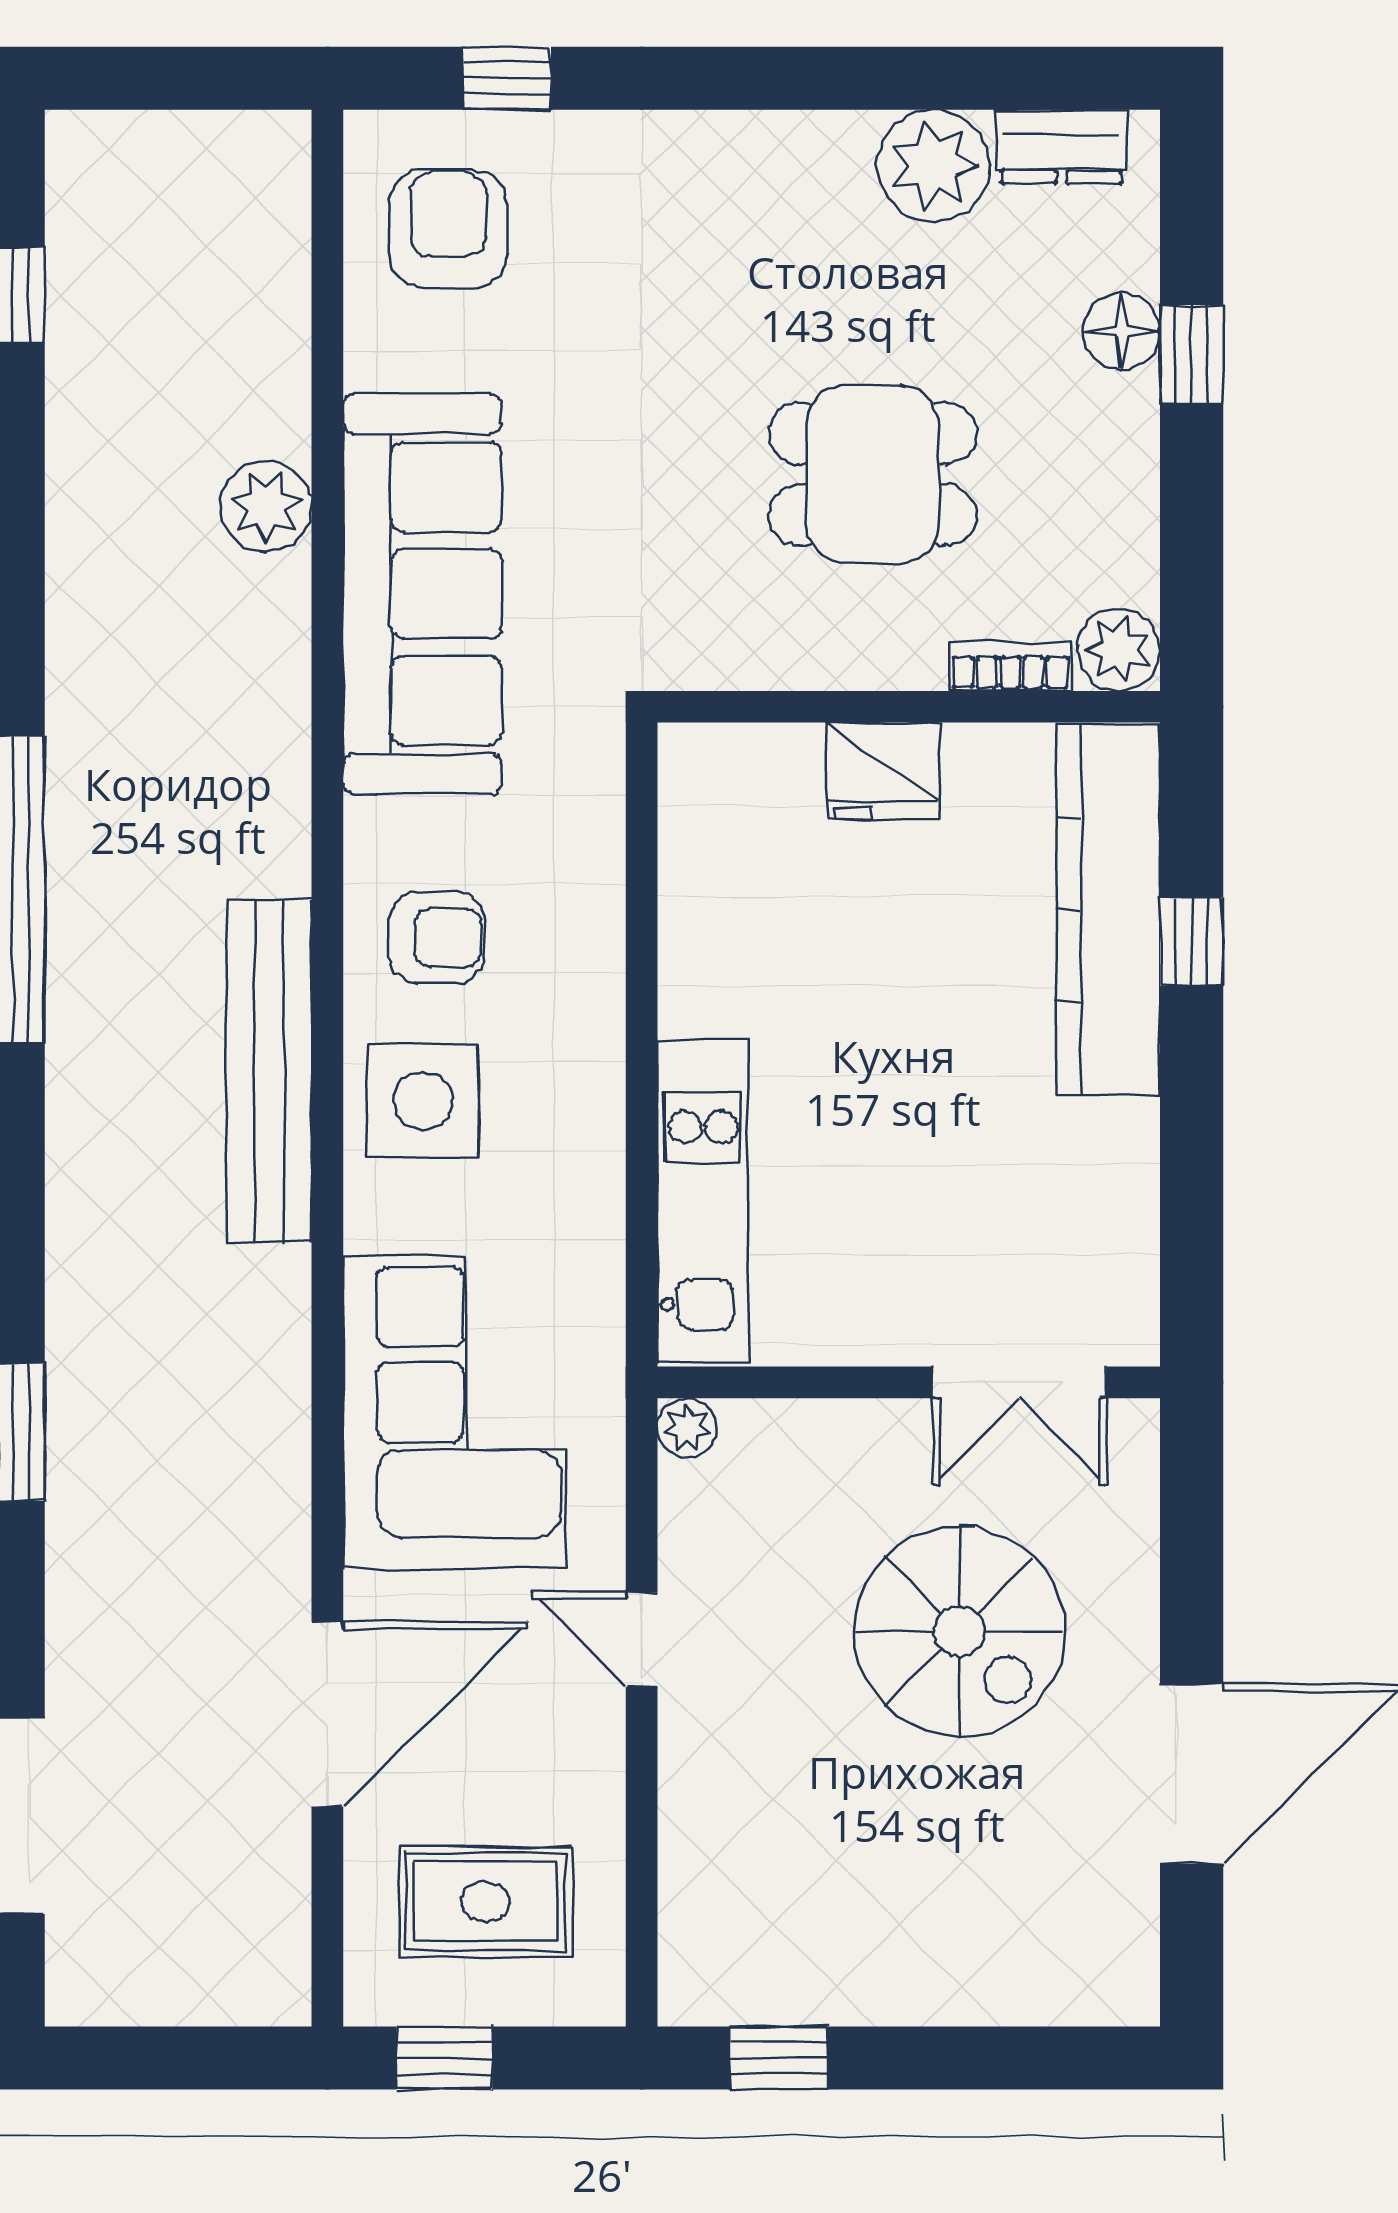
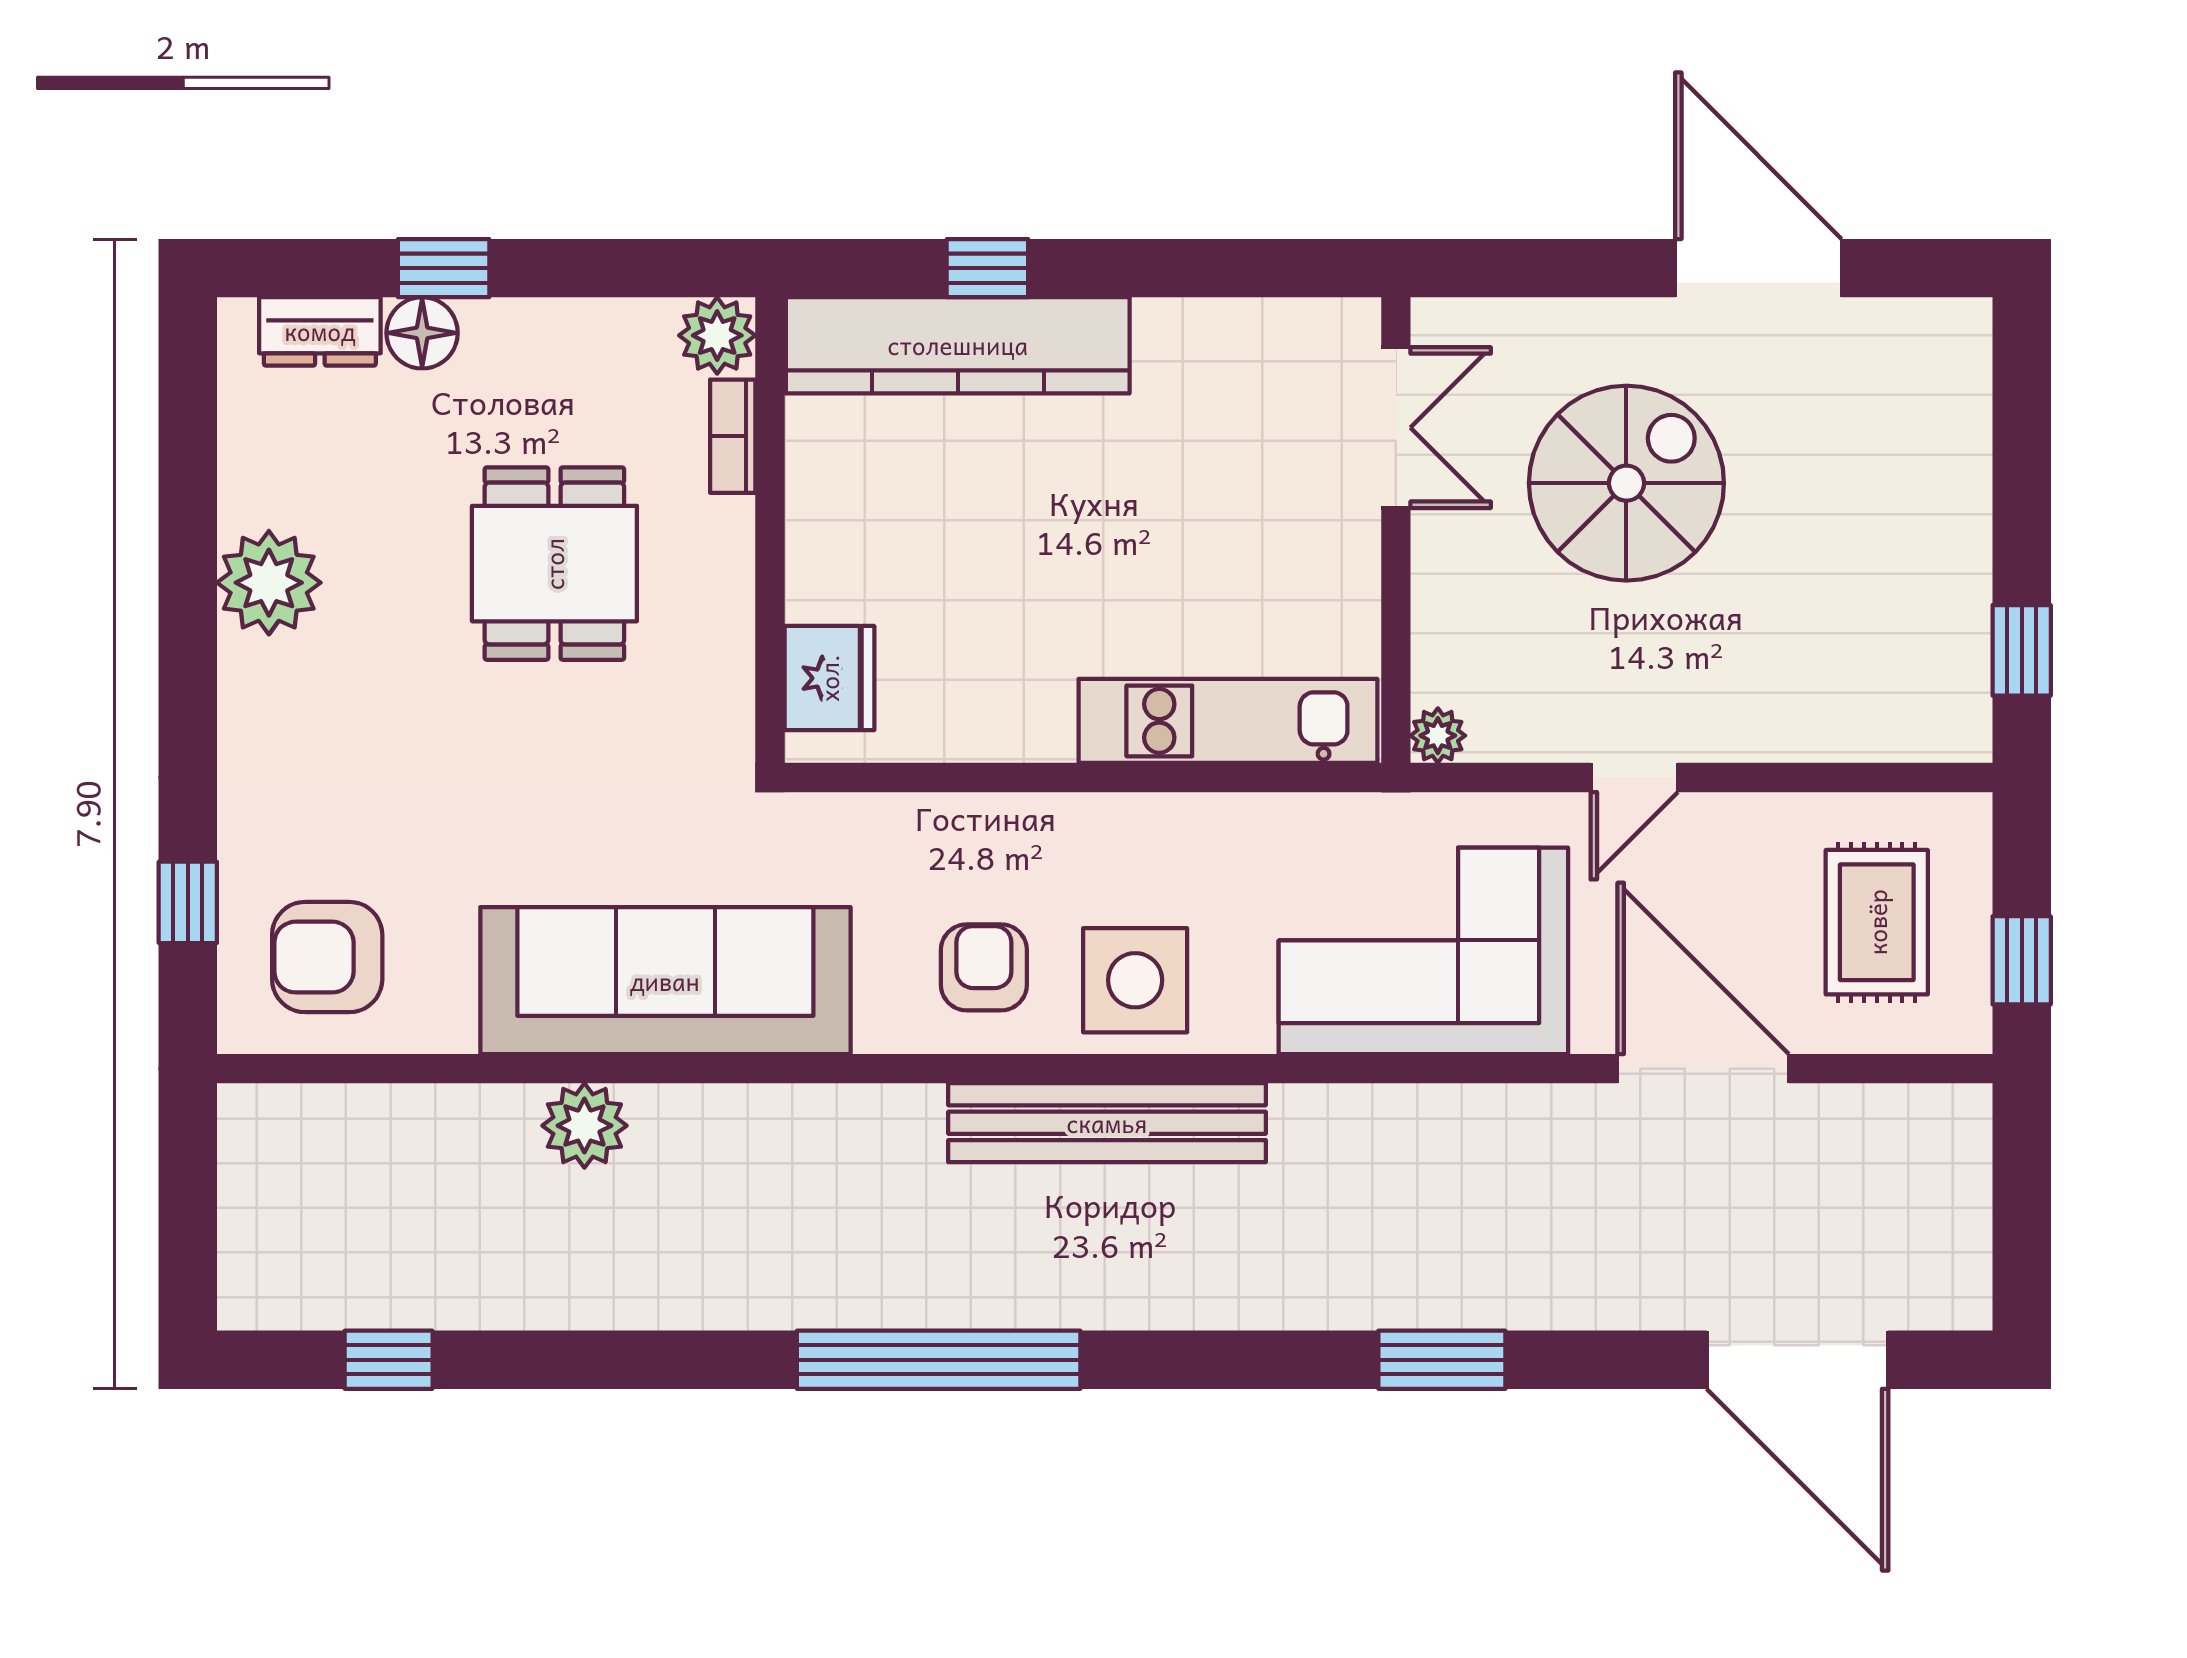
dresser: (1062, 147) -> (320, 331), moved, turned 90
plant: (934, 166) -> (269, 583), moved
fridge: (883, 771) -> (829, 678), moved

